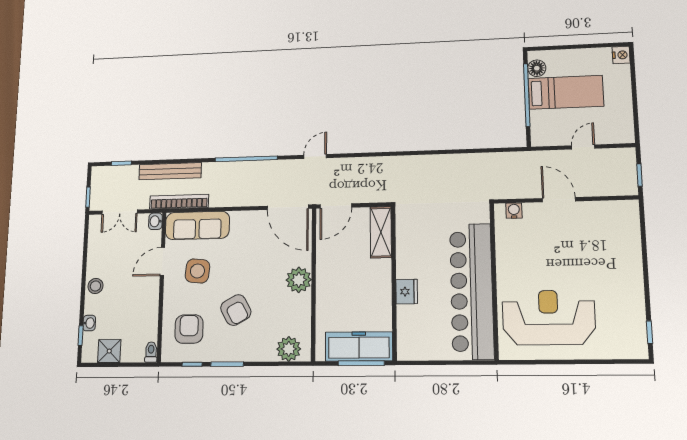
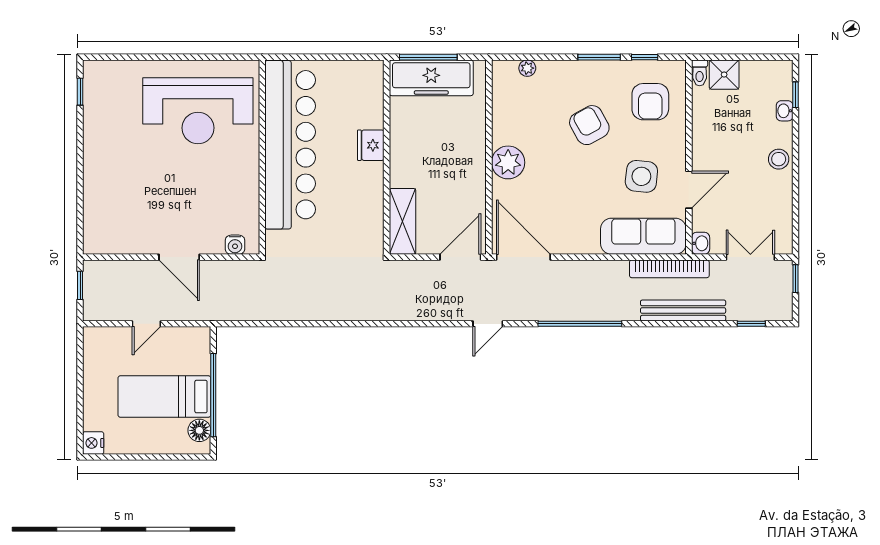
plant: (289, 349) -> (527, 68), width x0.53, depth x0.53
shower: (109, 351) -> (724, 75), moved

